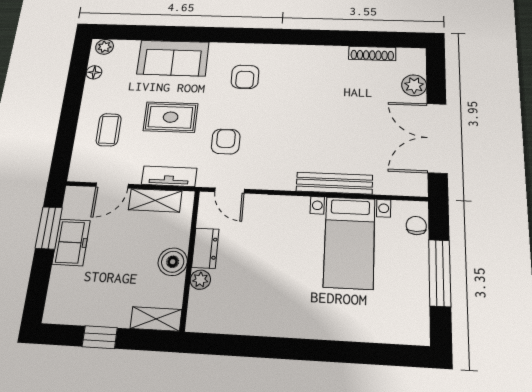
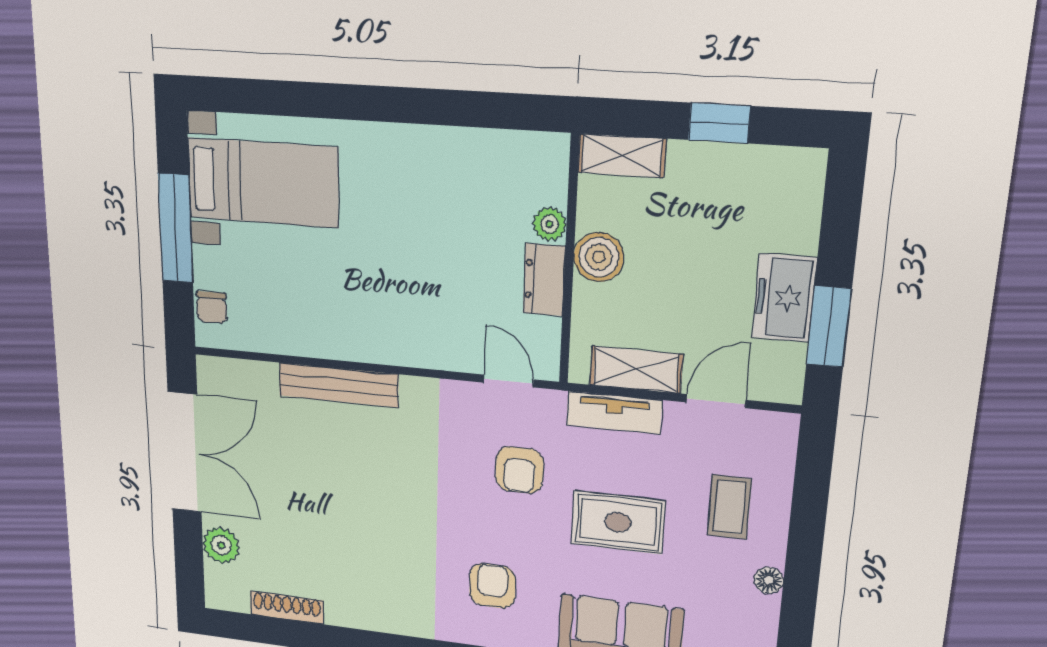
floor lamp: (94, 72) -> (769, 580), moved
bed with nightstands: (349, 242) -> (263, 183), moved, turned 90

